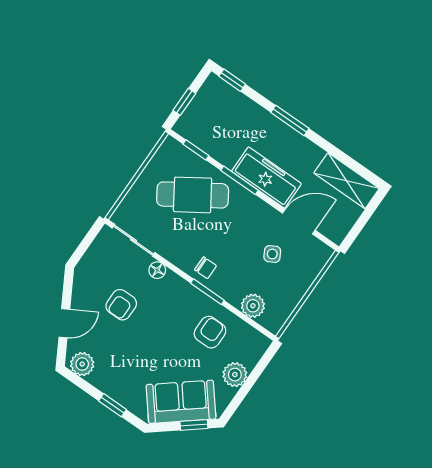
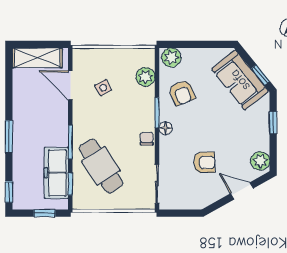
freezer: (267, 177) -> (56, 173), moved
shelving: (347, 181) -> (37, 58), moved, turned 90
chair: (206, 268) -> (147, 139), moved
floor lamp: (157, 270) -> (166, 128), moved
armchair: (210, 332) -> (182, 93), turned -112
plant: (235, 375) -> (171, 57), moved
window: (194, 425) -> (260, 75), moved

